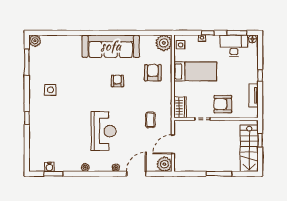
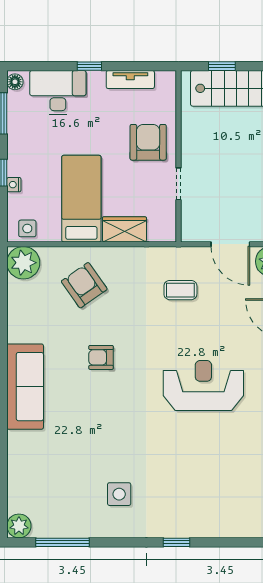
sofa: (111, 46) -> (25, 387), width x0.74, depth x0.79
desk: (234, 46) -> (58, 92), moved, turned 90
armchair: (153, 73) -> (84, 285), turned 55
armchair: (223, 104) -> (148, 142), turned 180
wardrobe: (180, 107) -> (124, 229), moved

